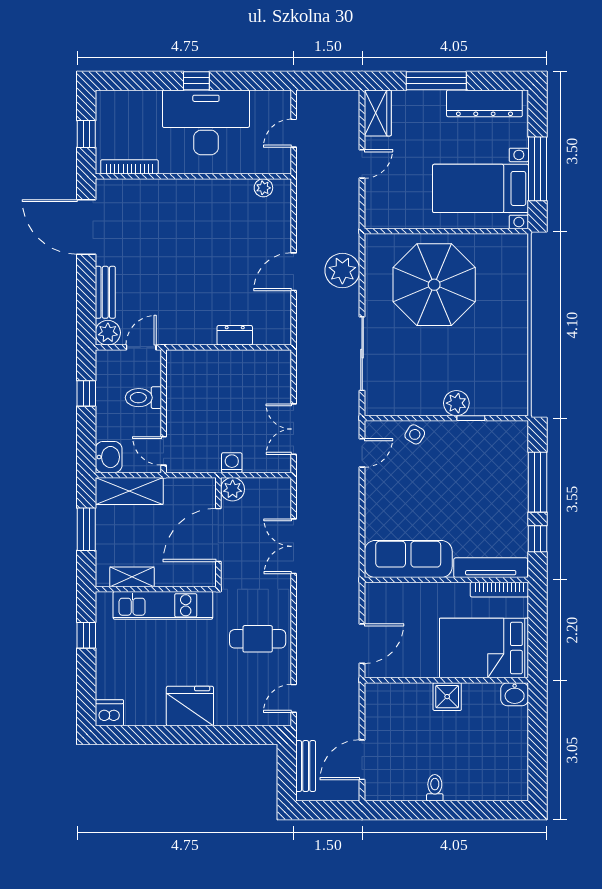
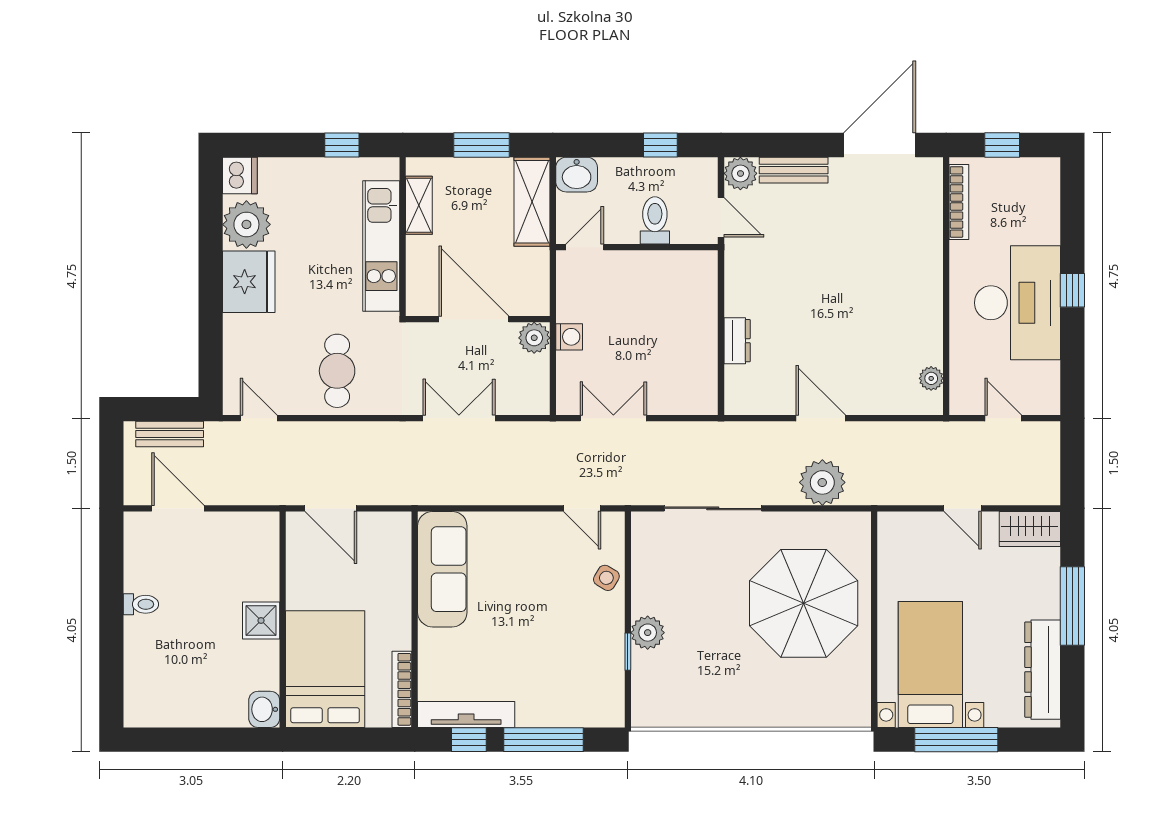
tv unit: (491, 568) -> (466, 714), moved, turned -90
plant: (147, 708) -> (246, 224), added

